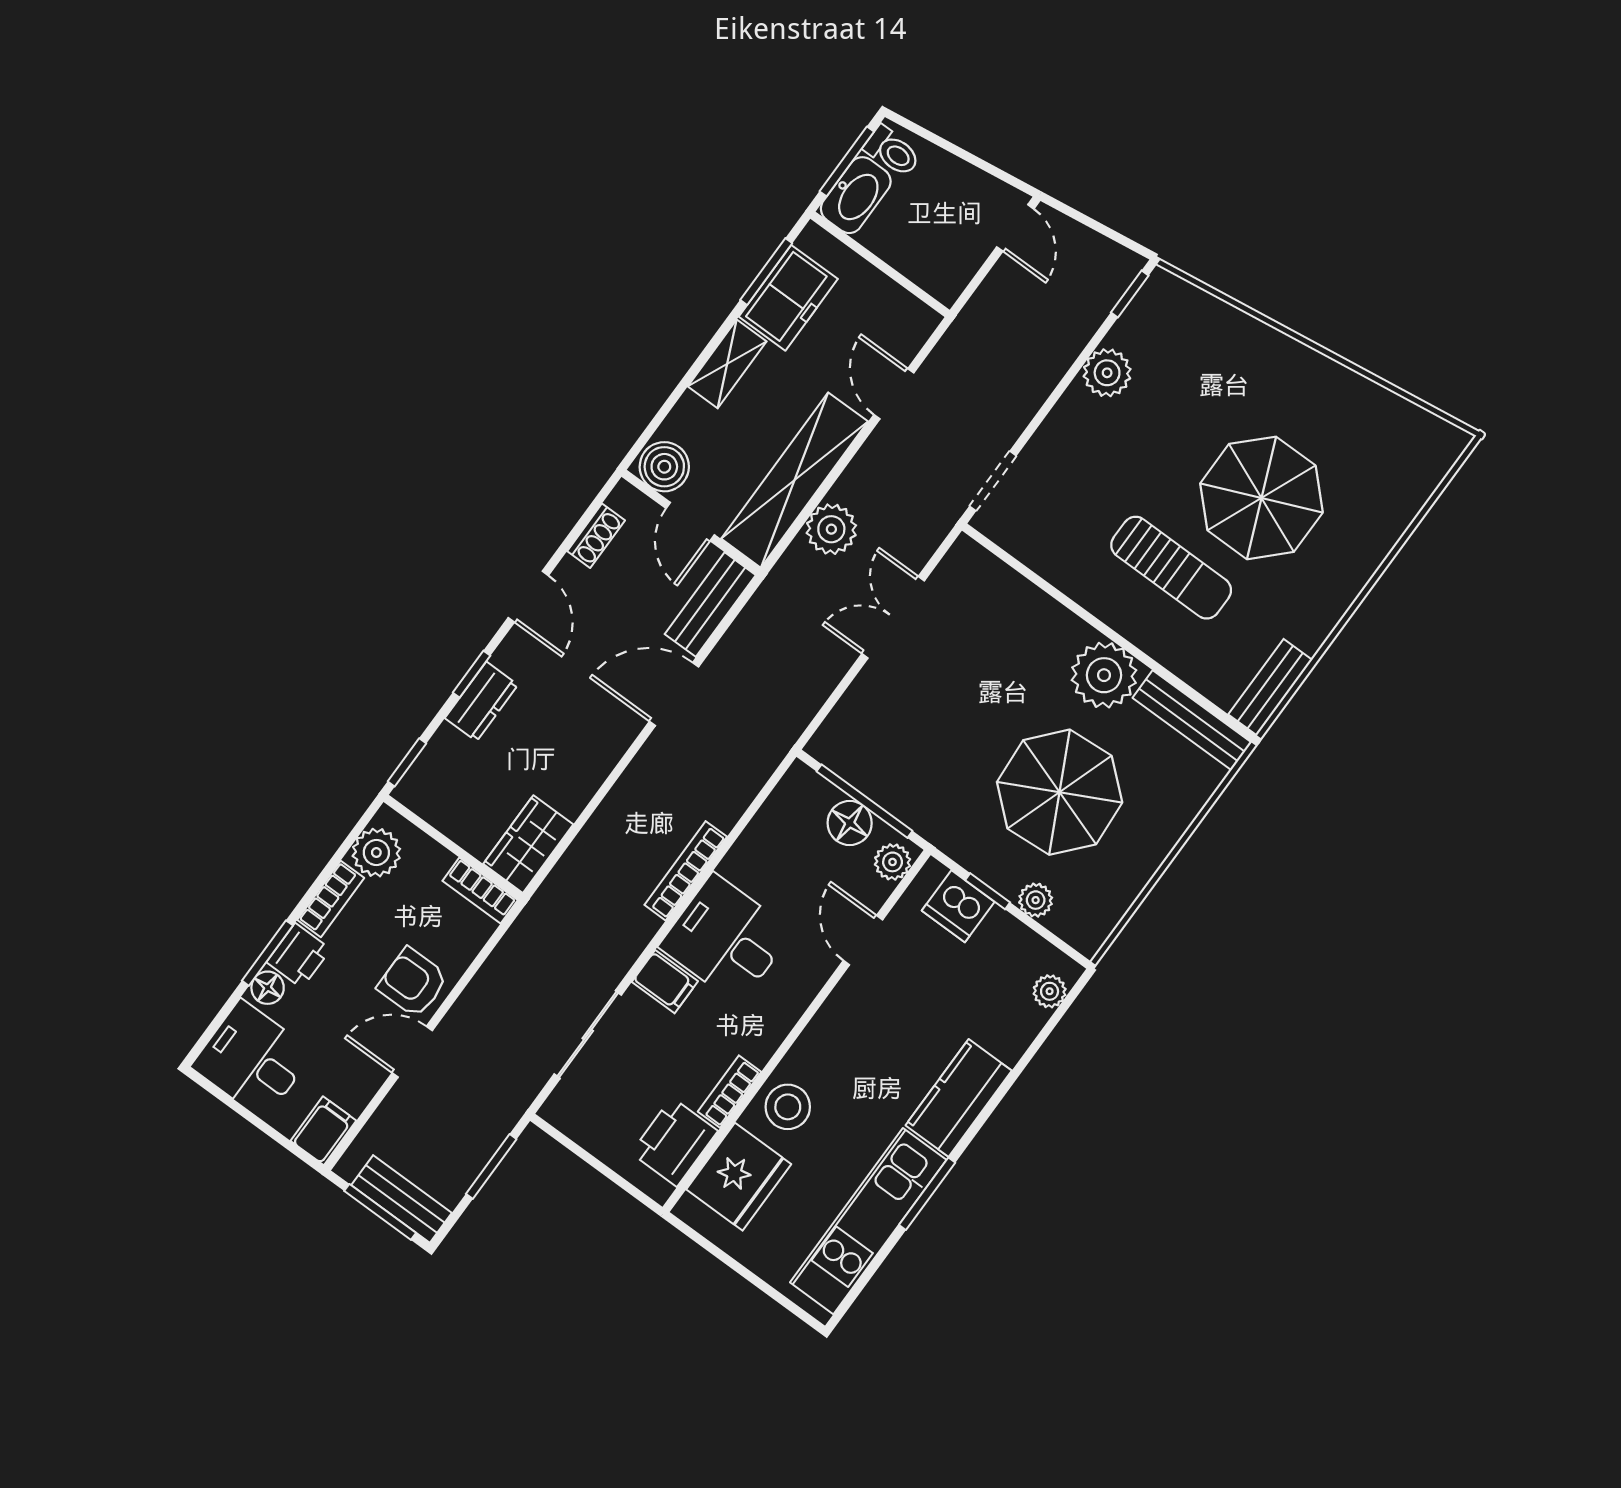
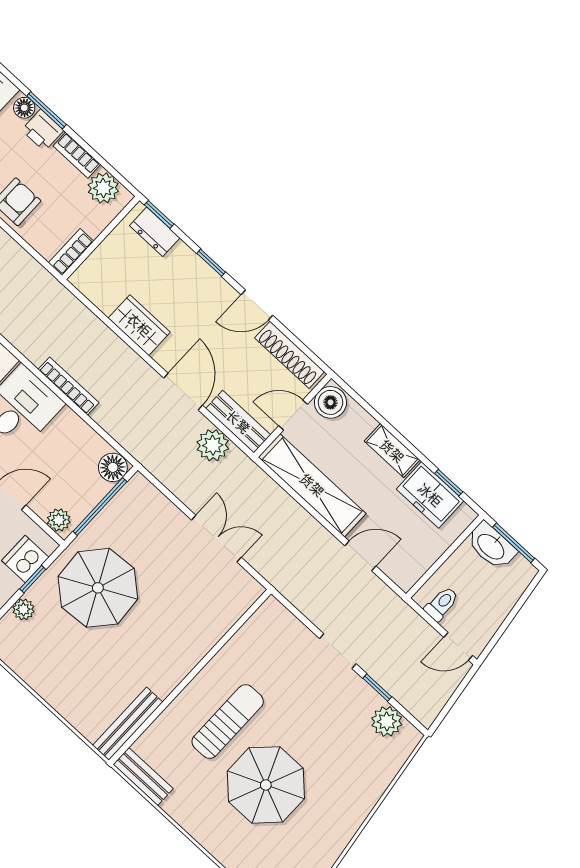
toilet: (892, 151) -> (442, 604), moved, turned 180
window: (766, 272) -> (449, 483), width x0.67
window: (1130, 294) -> (377, 688), moved
plant: (1107, 373) -> (387, 721), moved
doorway: (993, 481) -> (338, 651), moved
plant: (831, 529) -> (213, 445), moved
shoe rack: (596, 536) -> (290, 355), width x1.94, depth x1.24
sun lounger: (1171, 568) -> (228, 722), turned 180
plant: (1104, 675) -> (163, 670), removed
dresser: (481, 701) -> (155, 232), moved
parasol: (1060, 792) -> (98, 588), moved
floor lamp: (850, 823) -> (113, 467), moved
wardrobe: (528, 844) -> (139, 325), moved

